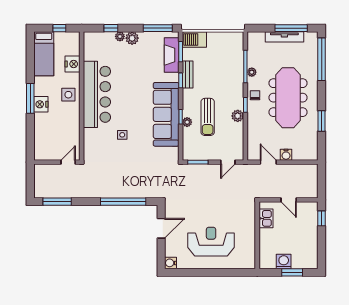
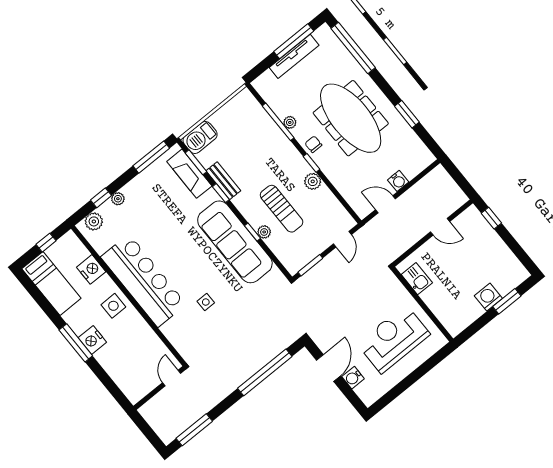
plant: (132, 38) -> (94, 221), moved
kitchen sink: (266, 218) -> (417, 279), moved
wall: (257, 235) -> (422, 304), moved
water cooler: (171, 263) -> (353, 378), moved

